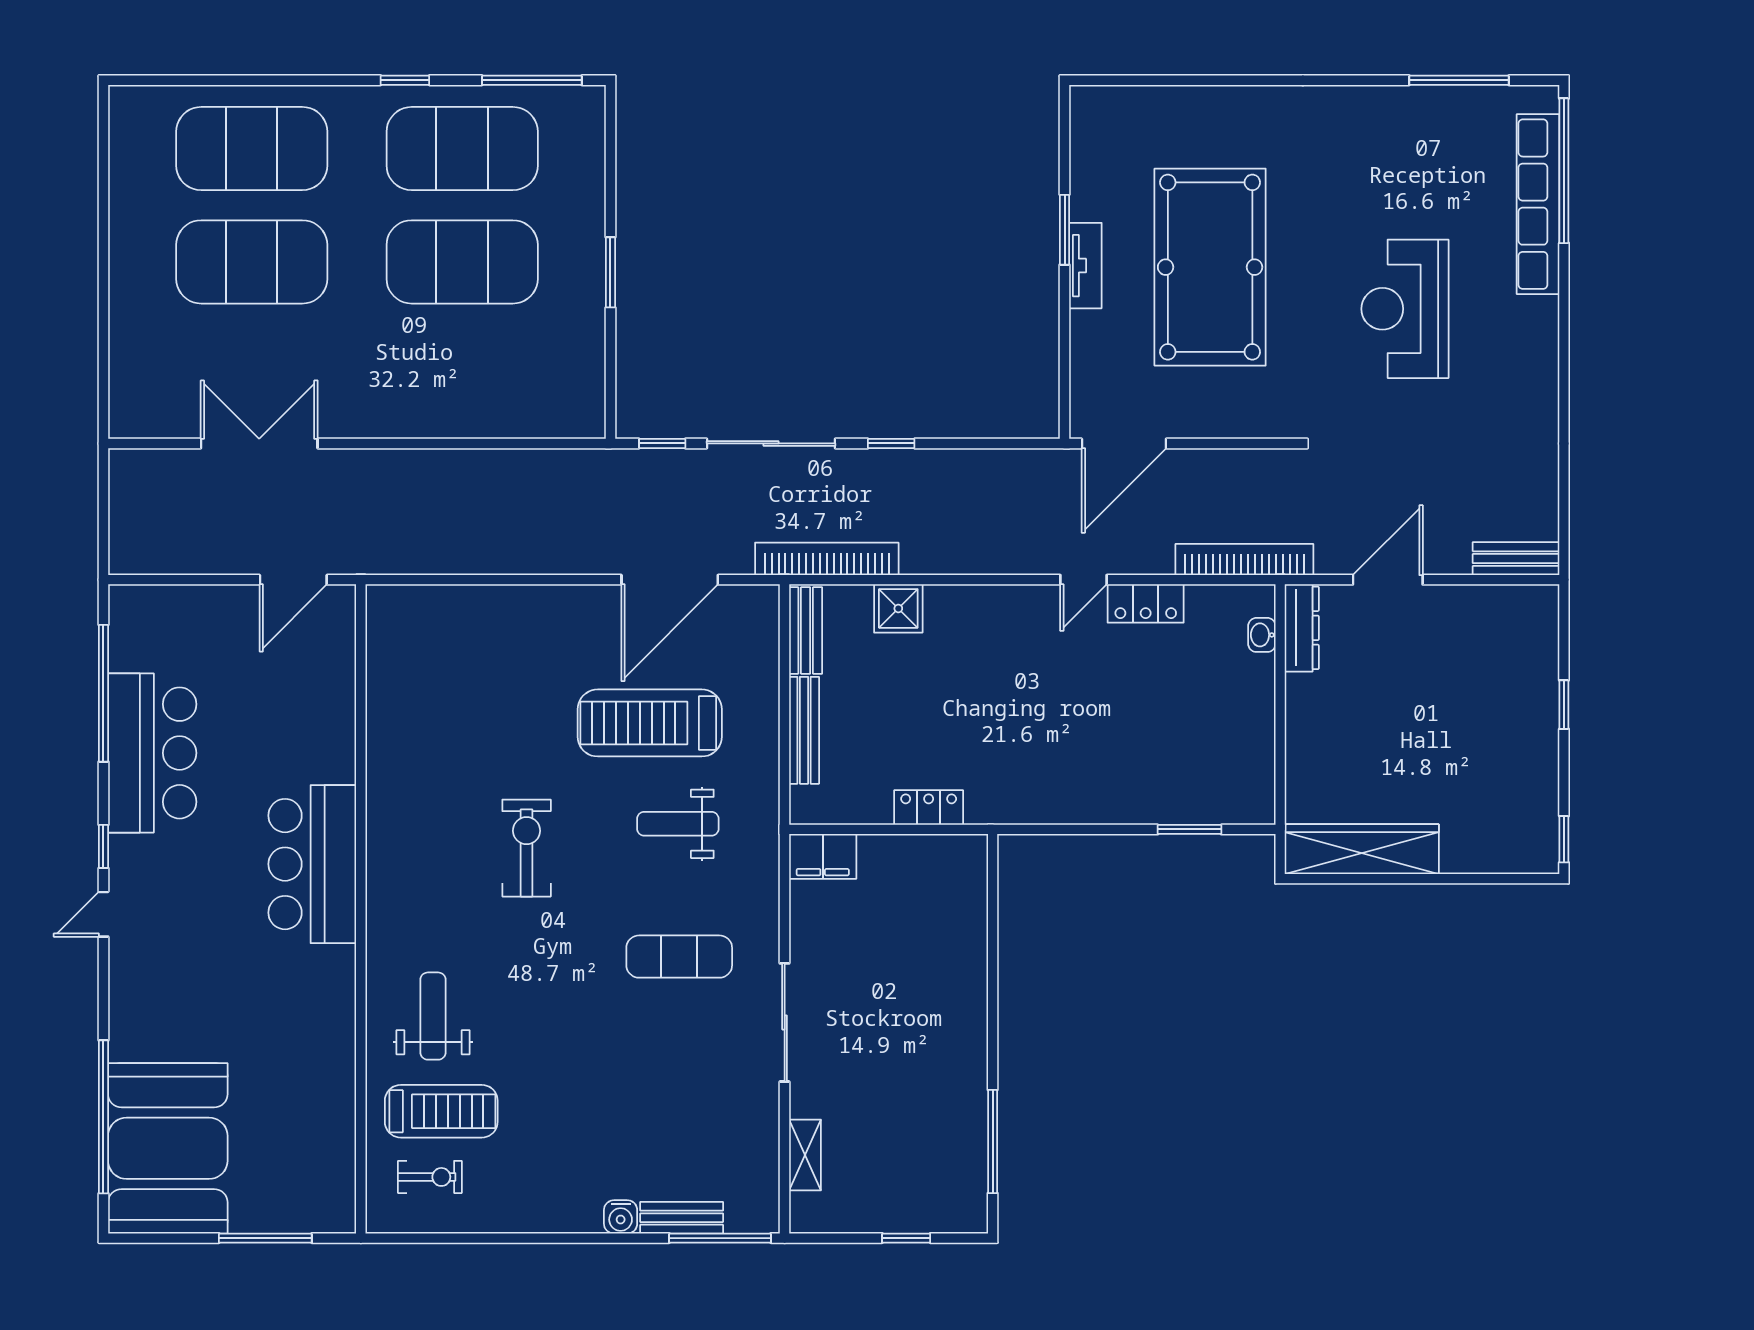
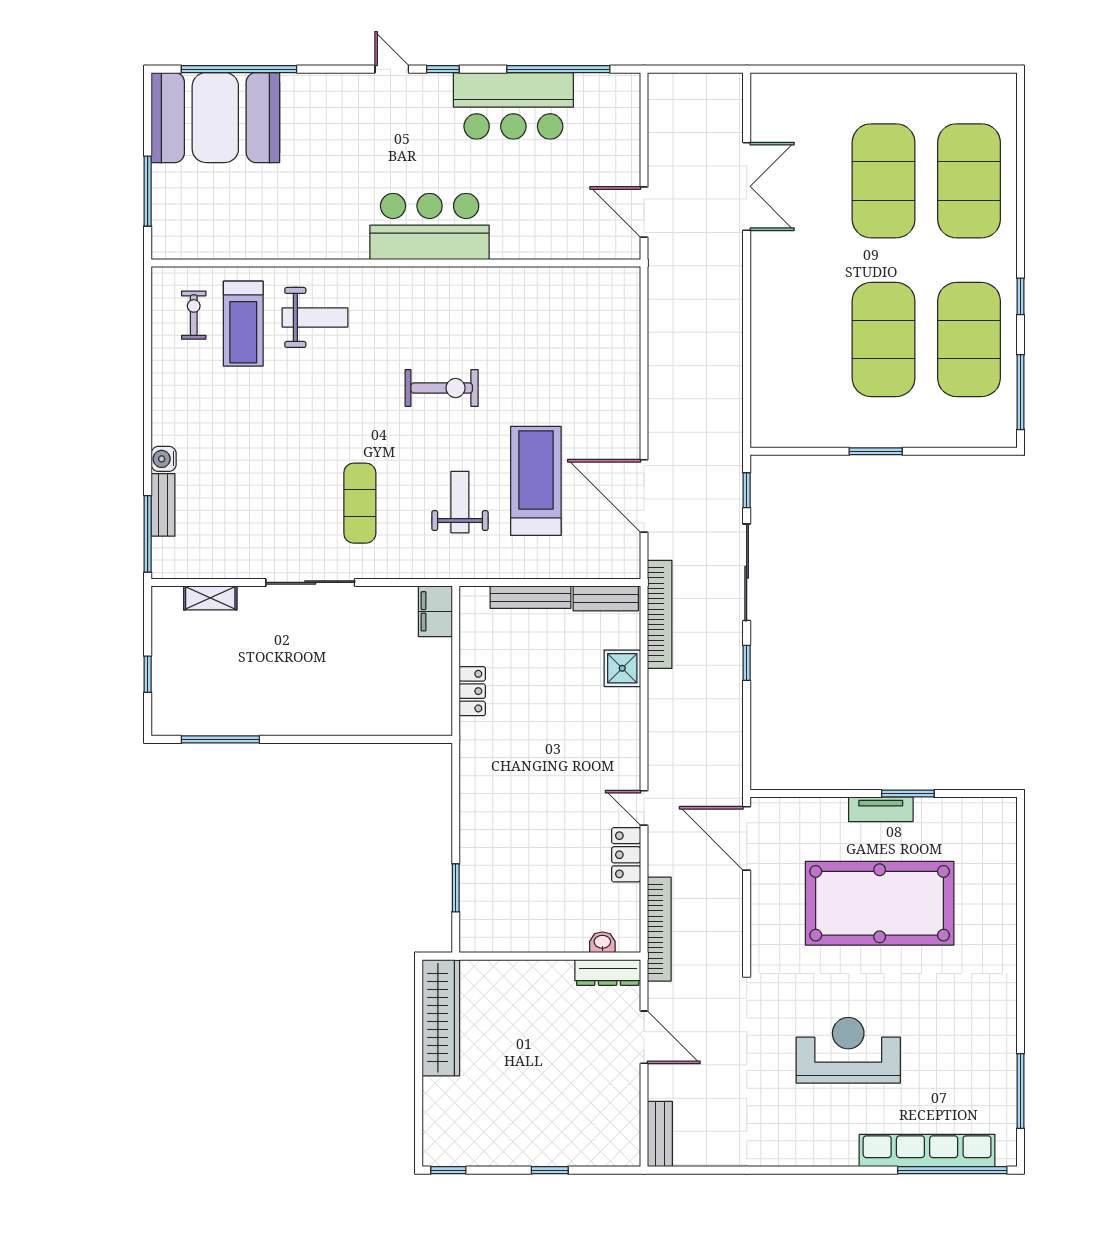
exercise bike: (430, 1177) -> (194, 315), turned 180

